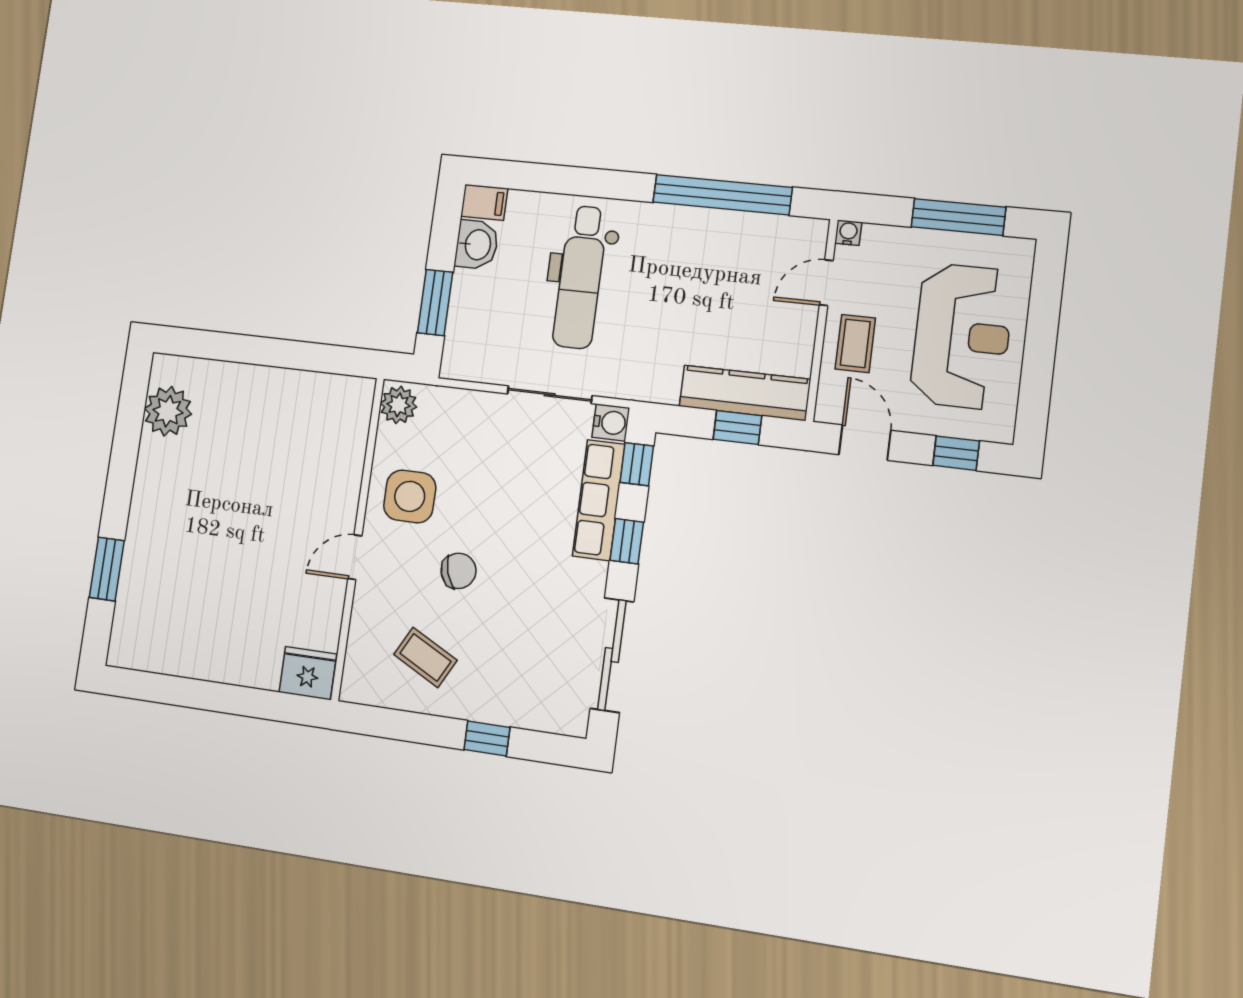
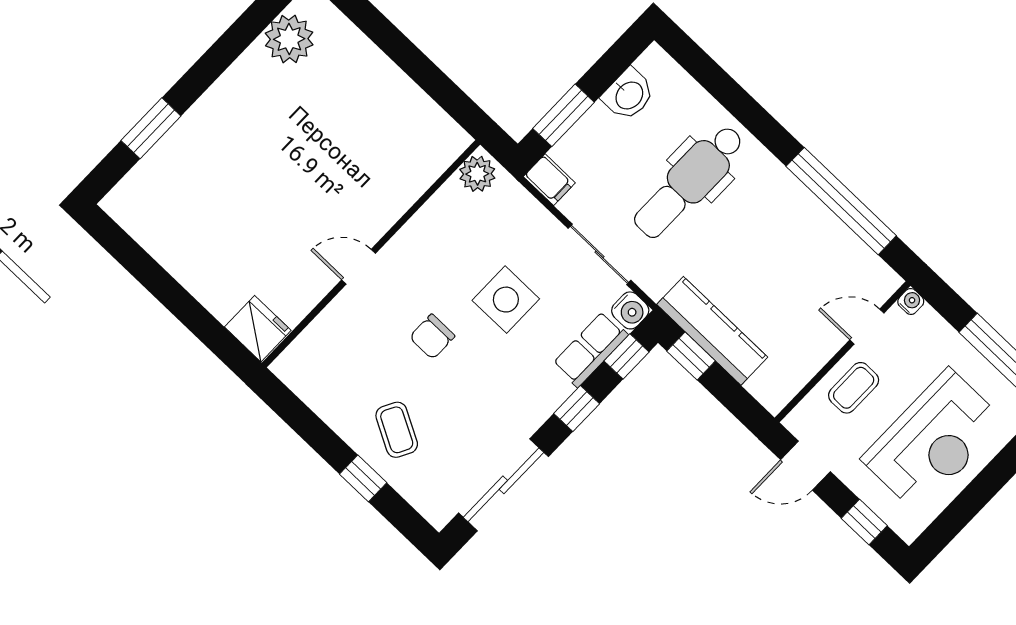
filing cabinet: (484, 202) -> (549, 180), moved
kitchen counter: (745, 393) -> (712, 331), moved
window: (737, 428) -> (691, 356), moved
door: (865, 442) -> (805, 466), swing flipped
side table: (410, 496) -> (506, 300), moved
row of seats: (599, 500) -> (590, 349), width x0.68
chair: (459, 571) -> (432, 337), turned 108
coffee table: (425, 657) -> (397, 430), moved

